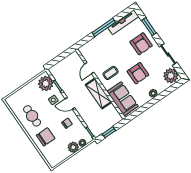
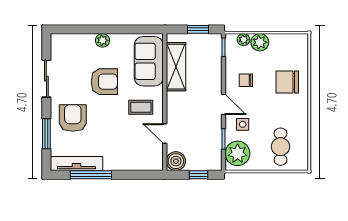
window: (104, 27) -> (91, 175), moved
boiler: (74, 58) -> (176, 161), added
window: (58, 59) -> (198, 175), added
door: (89, 68) -> (165, 133), swing flipped
armchair: (138, 73) -> (104, 82), turned 90
plant: (171, 76) -> (62, 48), removed
shelving: (98, 94) -> (176, 67), moved
cafe table: (32, 116) -> (280, 147), moved

